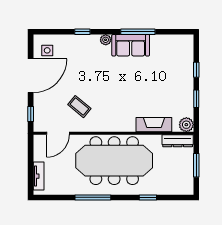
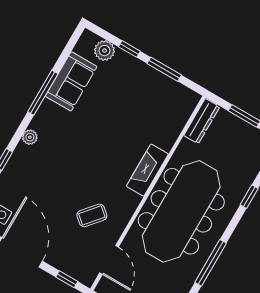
sofa: (131, 45) -> (71, 81), moved
window: (196, 99) -> (164, 69), width x1.50
fireplace: (154, 125) -> (147, 170), moved
plant: (186, 125) -> (104, 51), moved

